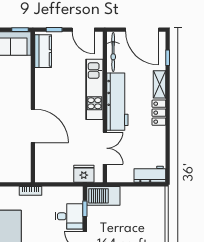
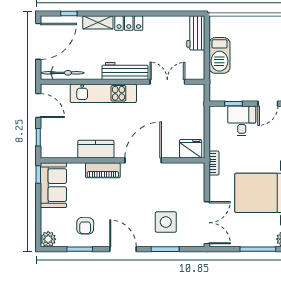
door: (83, 30) -> (38, 106), hinge flipped
kitchen counter: (43, 51) -> (96, 149), moved
piano: (24, 89) -> (103, 170), added
workbench: (117, 102) -> (125, 71), width x0.73, depth x0.76
fridge: (84, 174) -> (191, 149), moved, turned 90
barbecue: (103, 196) -> (219, 55), moved

